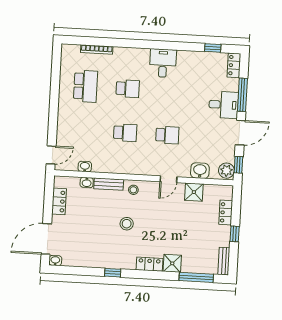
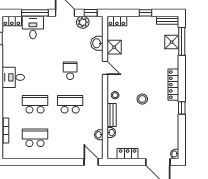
school desk: (128, 89) -> (35, 104), width x1.85
desk: (224, 105) -> (33, 27), moved
school desk: (125, 133) -> (70, 104), width x1.85
plant: (226, 171) -> (83, 22), moved
locker: (226, 213) -> (117, 21), moved
shower: (172, 263) -> (172, 42), moved
locker: (149, 264) -> (173, 85), width x1.53

